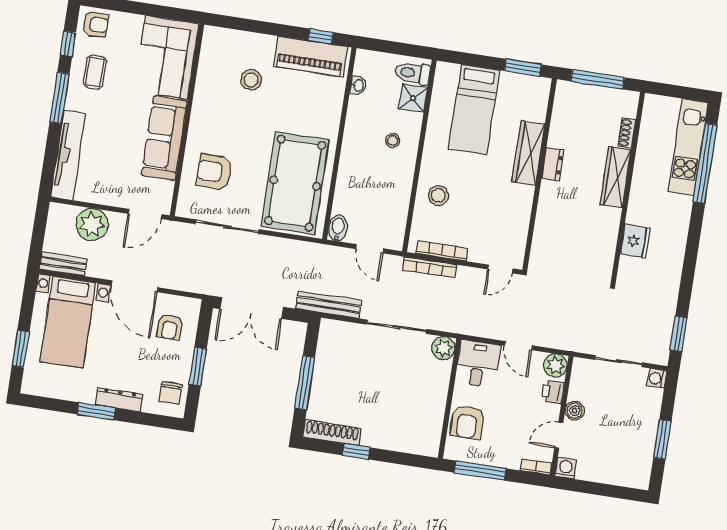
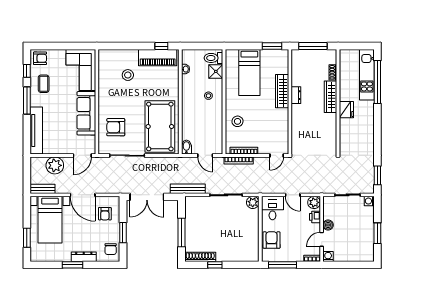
fridge: (635, 241) -> (346, 110), moved
armchair: (467, 422) -> (272, 240), turned 180

